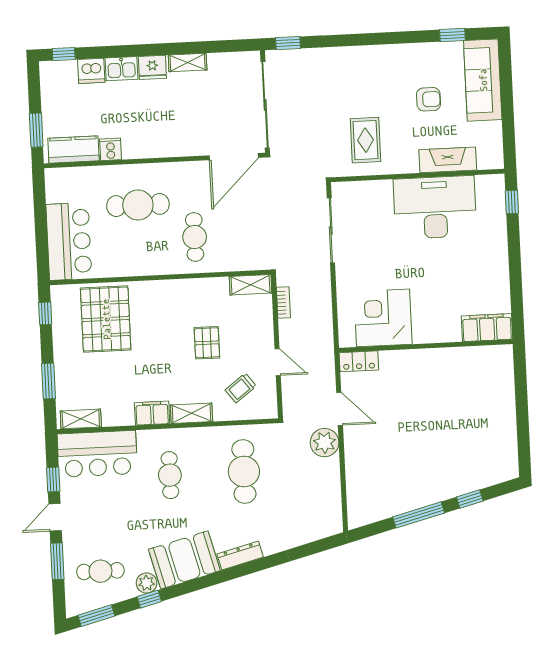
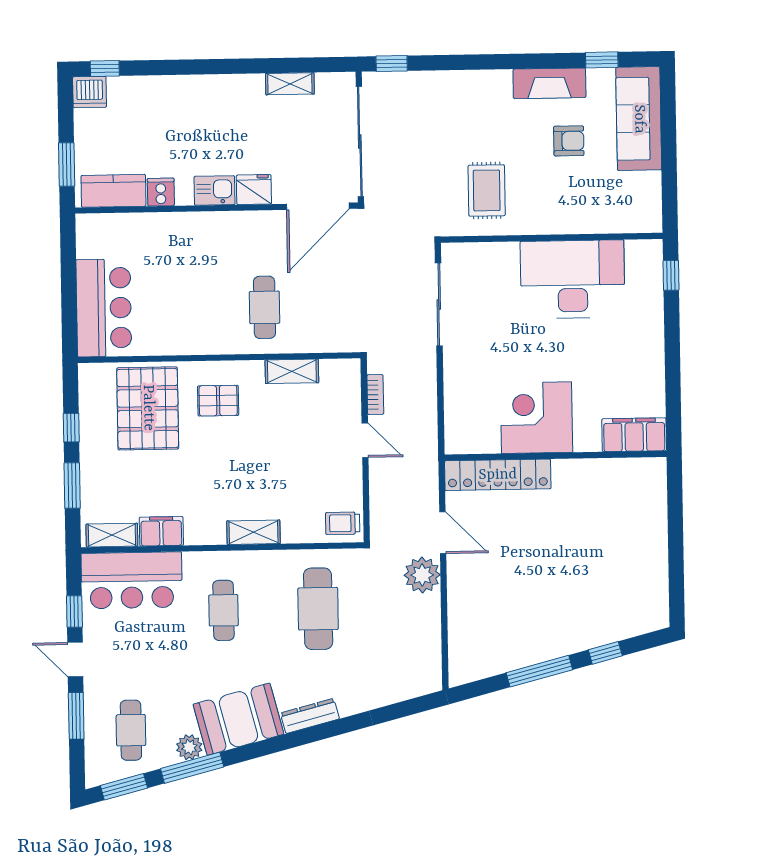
shelving: (188, 62) -> (290, 84), moved
fridge: (152, 67) -> (254, 190), moved, turned 180
kitchen sink: (122, 69) -> (215, 190), moved, turned 180
dishwasher: (91, 71) -> (90, 92), moved
fireplace: (448, 160) -> (549, 83), moved, turned 180
cafe table: (138, 205) -> (193, 264), removed
shelving: (250, 285) -> (292, 371), moved
window: (45, 313) -> (71, 428), moved
corner desk: (383, 318) -> (536, 418), moved
pallet: (207, 343) -> (218, 401), moved, turned 90
locker: (359, 361) -> (498, 475), width x2.16, depth x1.21
door: (278, 362) -> (365, 440), moved
trolley: (241, 388) -> (343, 523), moved, turned 37
filing cabinet: (152, 413) -> (161, 531), moved
door: (55, 517) -> (75, 660), hinge flipped
cafe table: (100, 571) -> (131, 730), turned 90
window: (149, 599) -> (192, 768), width x2.17

